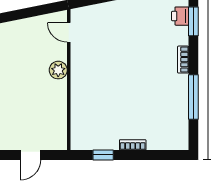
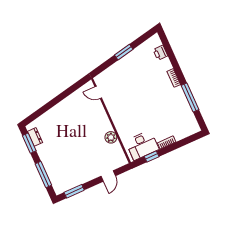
window: (193, 21) -> (170, 52), removed
plant: (58, 70) -> (111, 137), moved
desk: (97, 133) -> (142, 145), added

